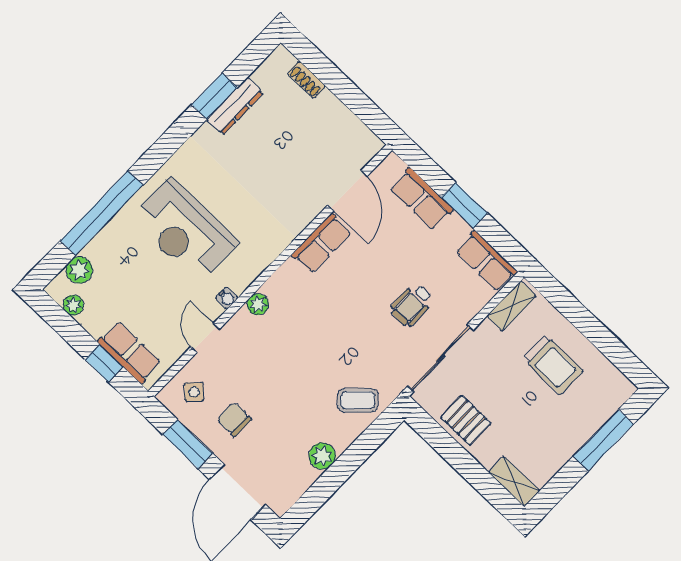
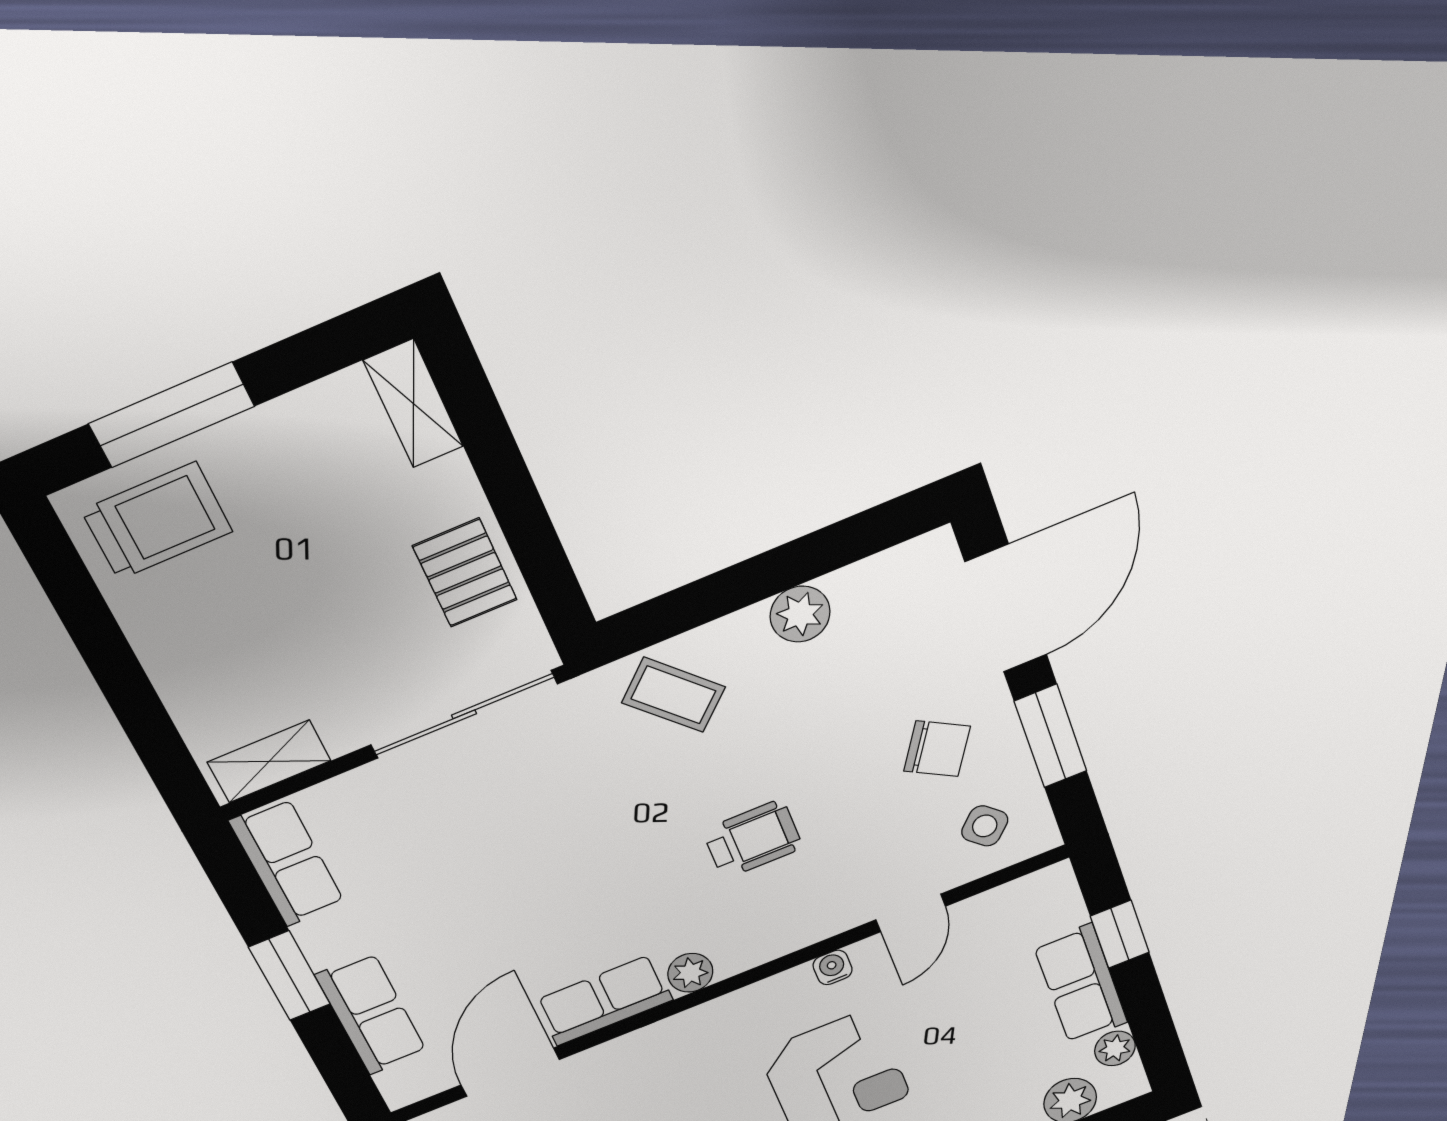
plant: (258, 304) -> (690, 973), moved
wheelchair: (412, 305) -> (753, 839), moved
row of seats: (129, 352) -> (1081, 984), moved
trolley: (553, 365) -> (157, 521), moved, turned 90
chair: (234, 419) -> (937, 749), turned -59

